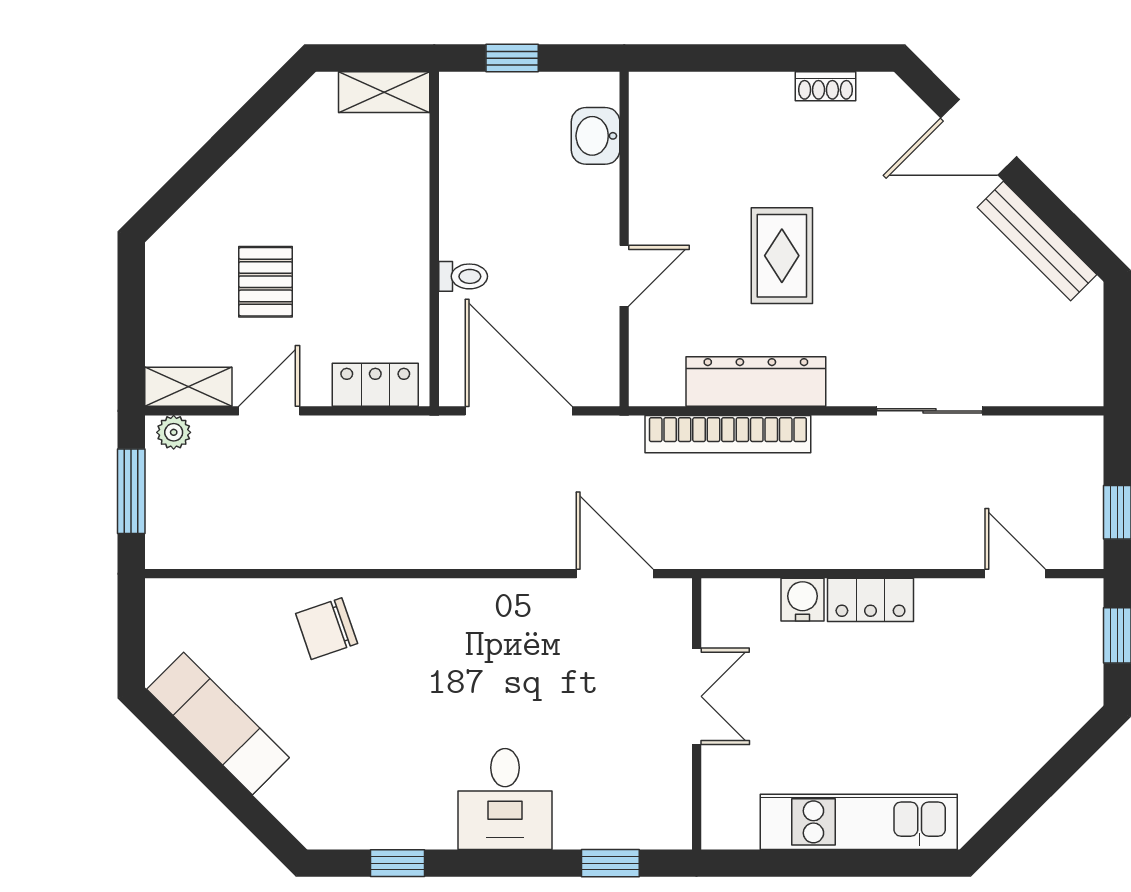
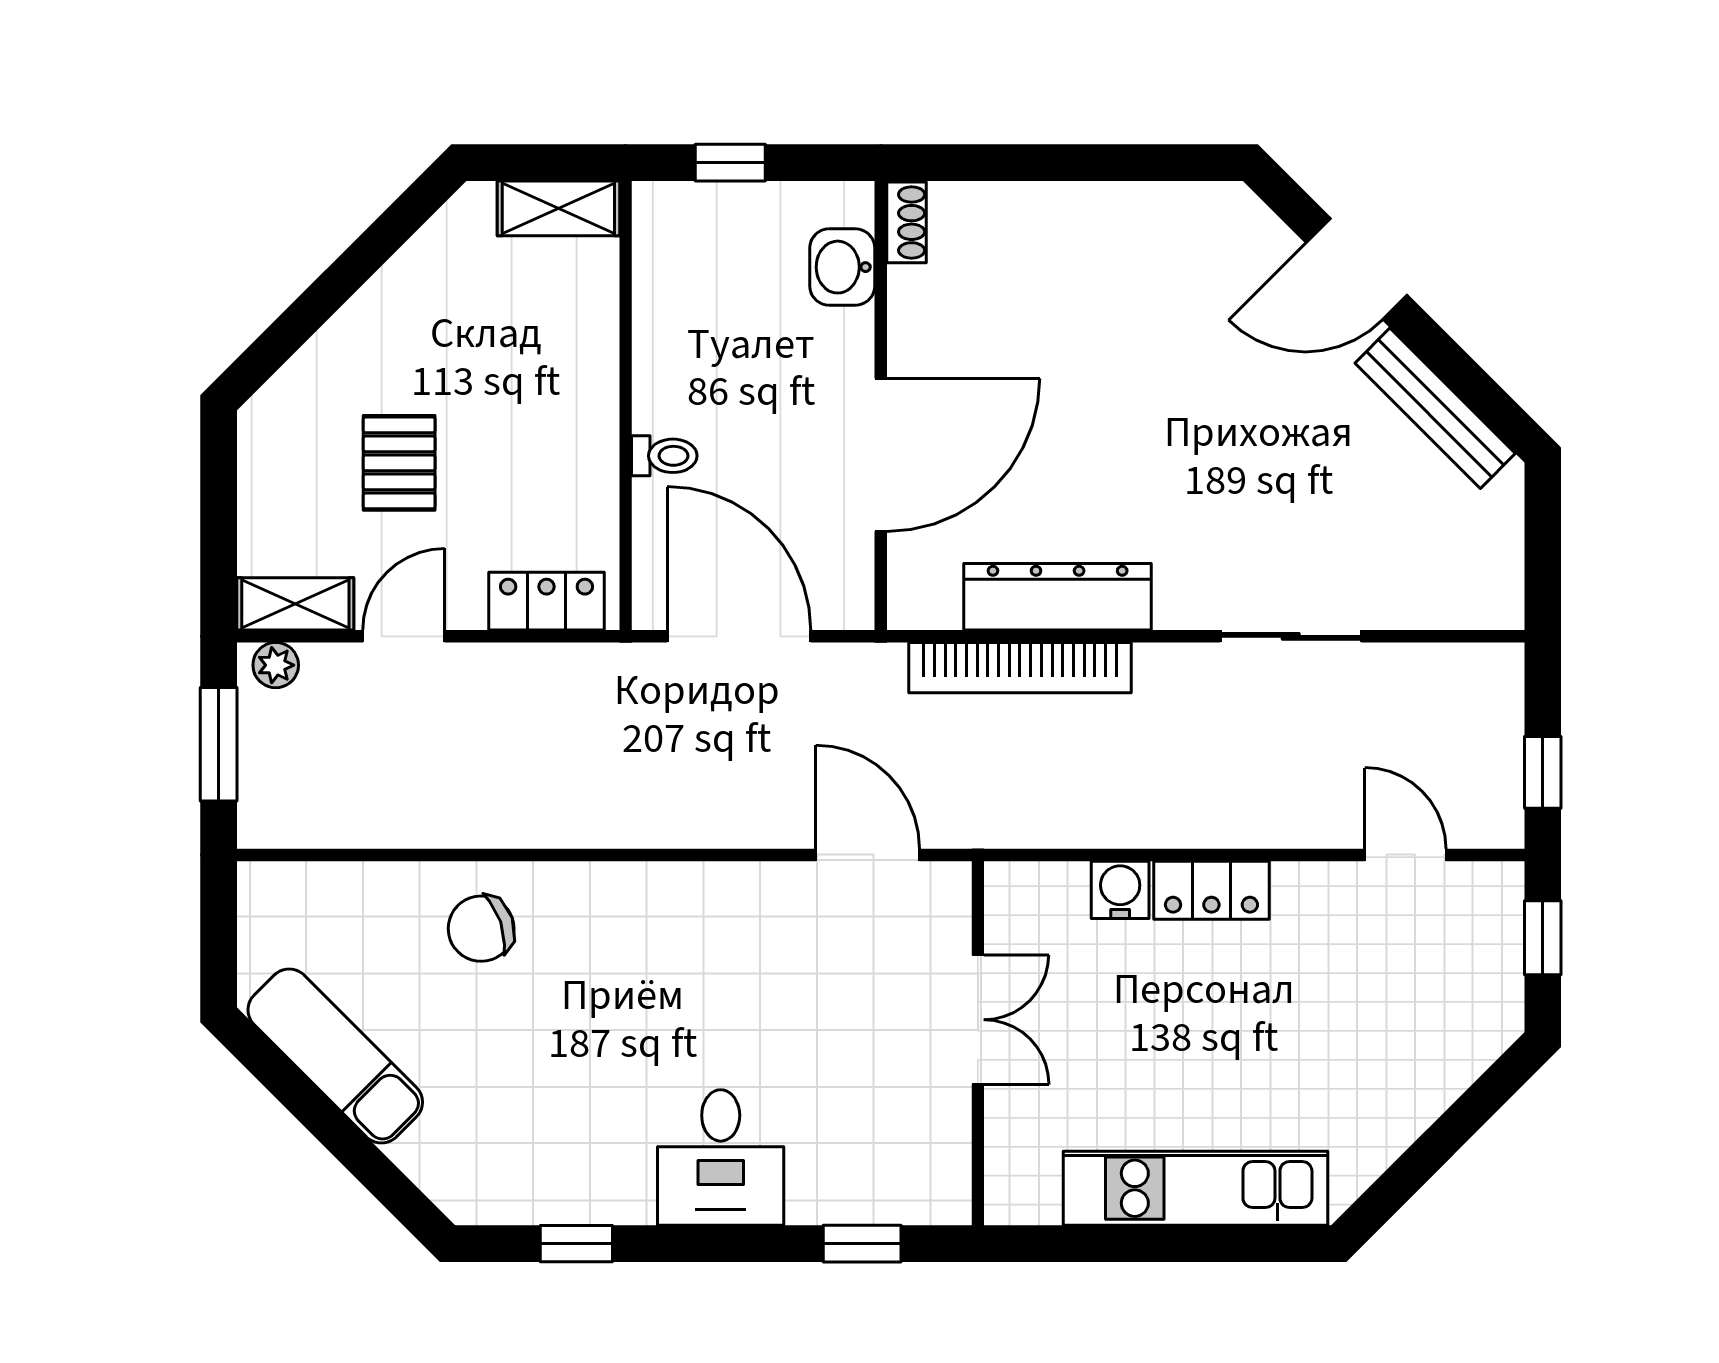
shoe rack: (825, 86) -> (906, 222), moved, turned -90
rug: (782, 256) -> (1092, 428), removed
door: (624, 276) -> (881, 455), width x1.87

